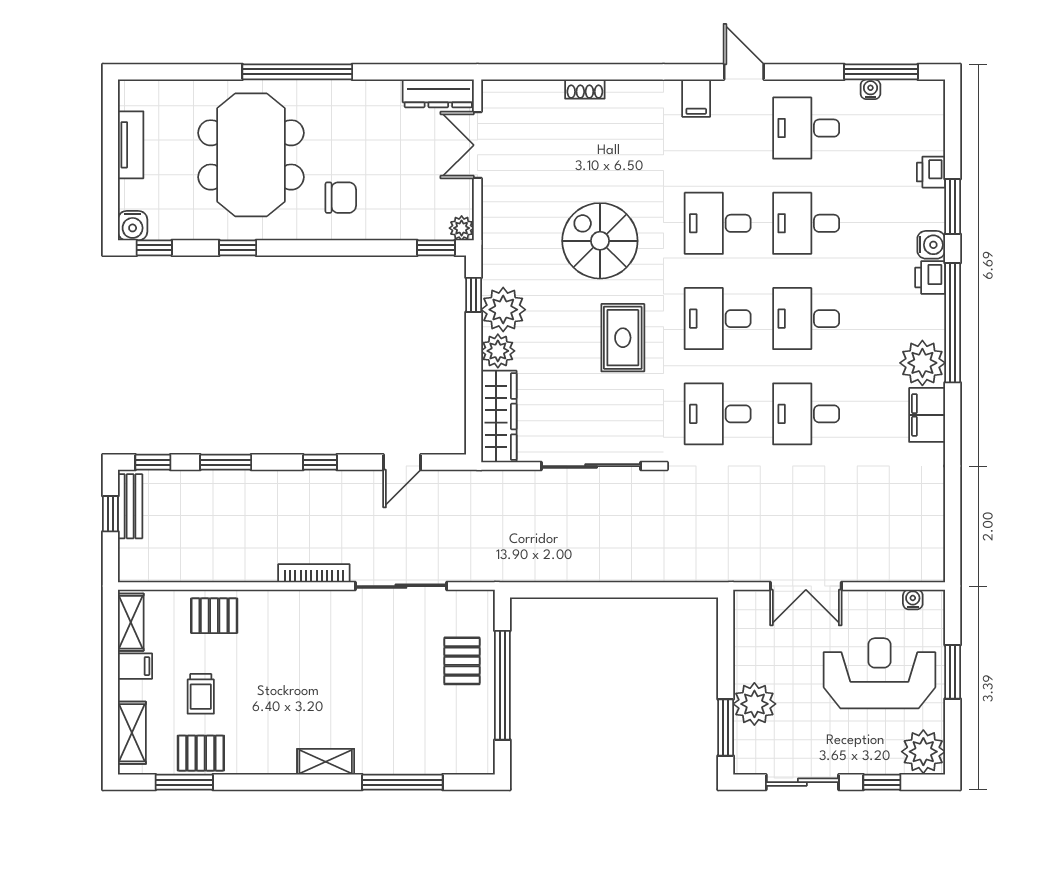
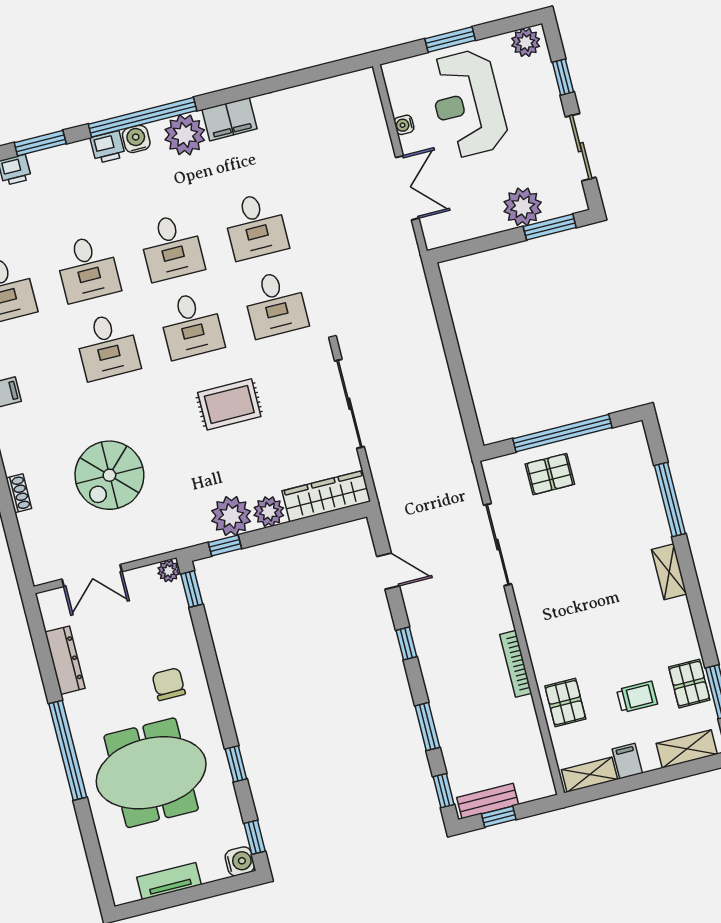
dresser: (438, 93) -> (65, 660), moved
spiral stairs: (600, 241) -> (109, 475), moved
water cooler: (931, 245) -> (136, 139), moved
bookcase: (314, 573) -> (516, 664), moved
water cooler: (913, 600) -> (404, 125), moved
plant: (923, 752) -> (526, 42), width x0.73, depth x0.73

